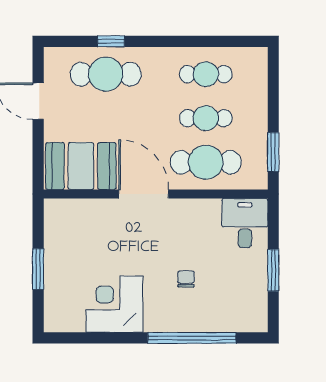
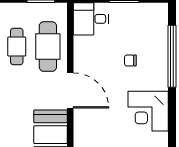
door: (144, 194) -> (70, 90), swing flipped

